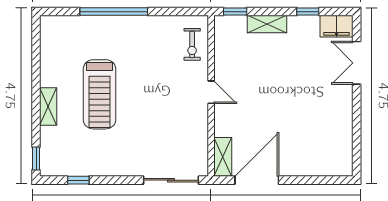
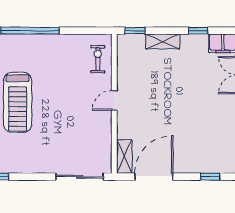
exercise bike: (192, 44) -> (98, 59), turned 180
door: (211, 92) -> (114, 100), swing flipped
window: (322, 180) -> (210, 177), added

